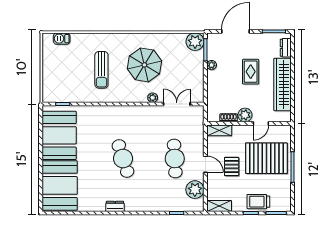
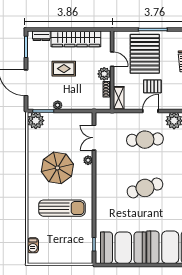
sun lounger: (101, 70) -> (62, 208), width x1.36, depth x1.34

